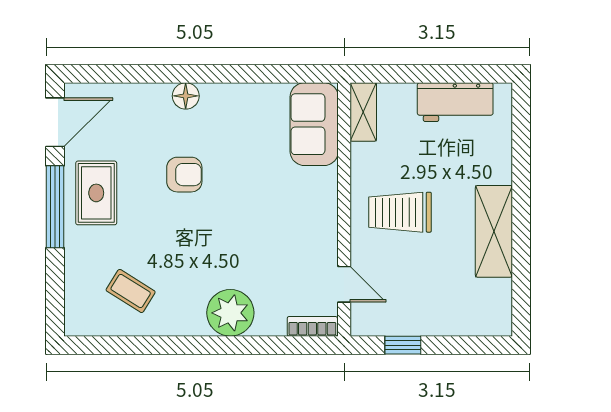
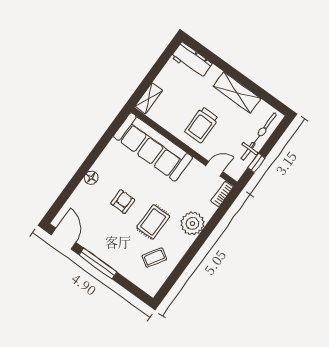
workbench: (455, 102) -> (191, 60), moved, turned 90
shelving: (363, 112) -> (149, 98), moved, turned 90
sofa: (314, 124) -> (153, 147), width x1.85, depth x1.27
rug: (96, 193) -> (153, 222), moved, turned 90
bicycle: (448, 318) -> (259, 137), added

